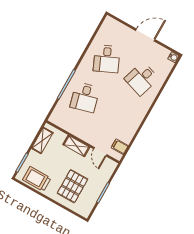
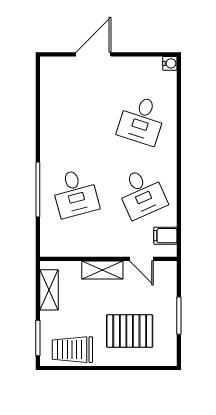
door: (145, 35) -> (93, 54), moved
desk: (107, 59) -> (142, 193), moved
pallet: (72, 186) -> (130, 331), turned 90

